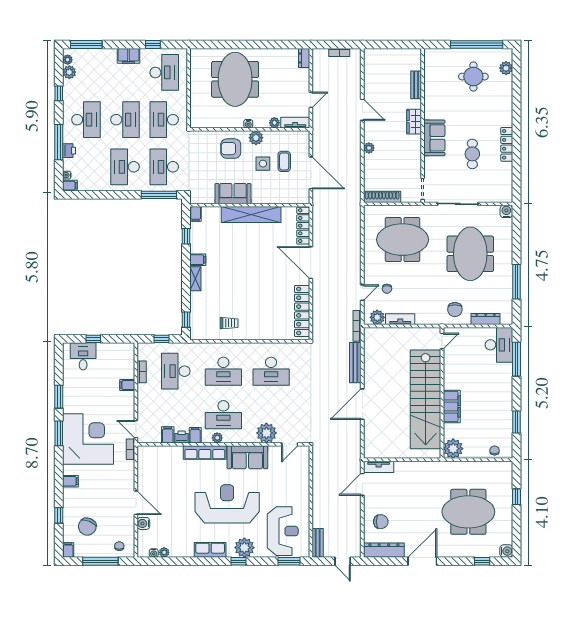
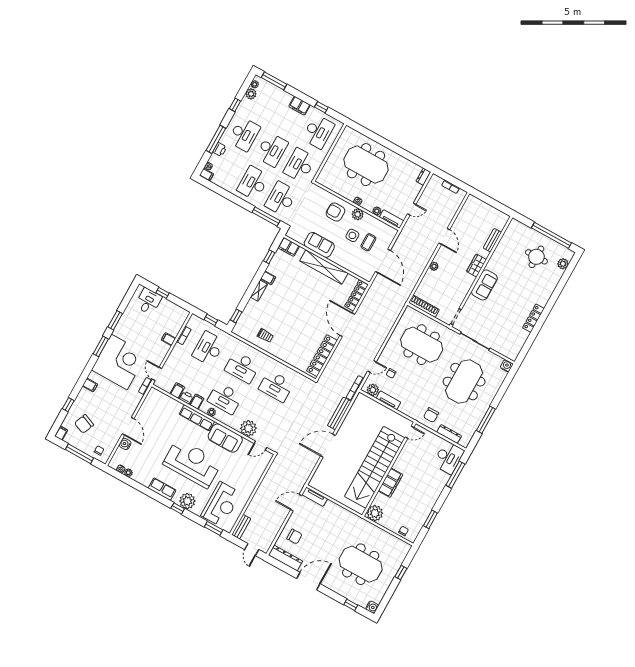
meeting table: (235, 79) -> (366, 165), turned 90
cafe table: (472, 154) -> (505, 311), removed
filing cabinet: (196, 214) -> (289, 247), width x2.00

